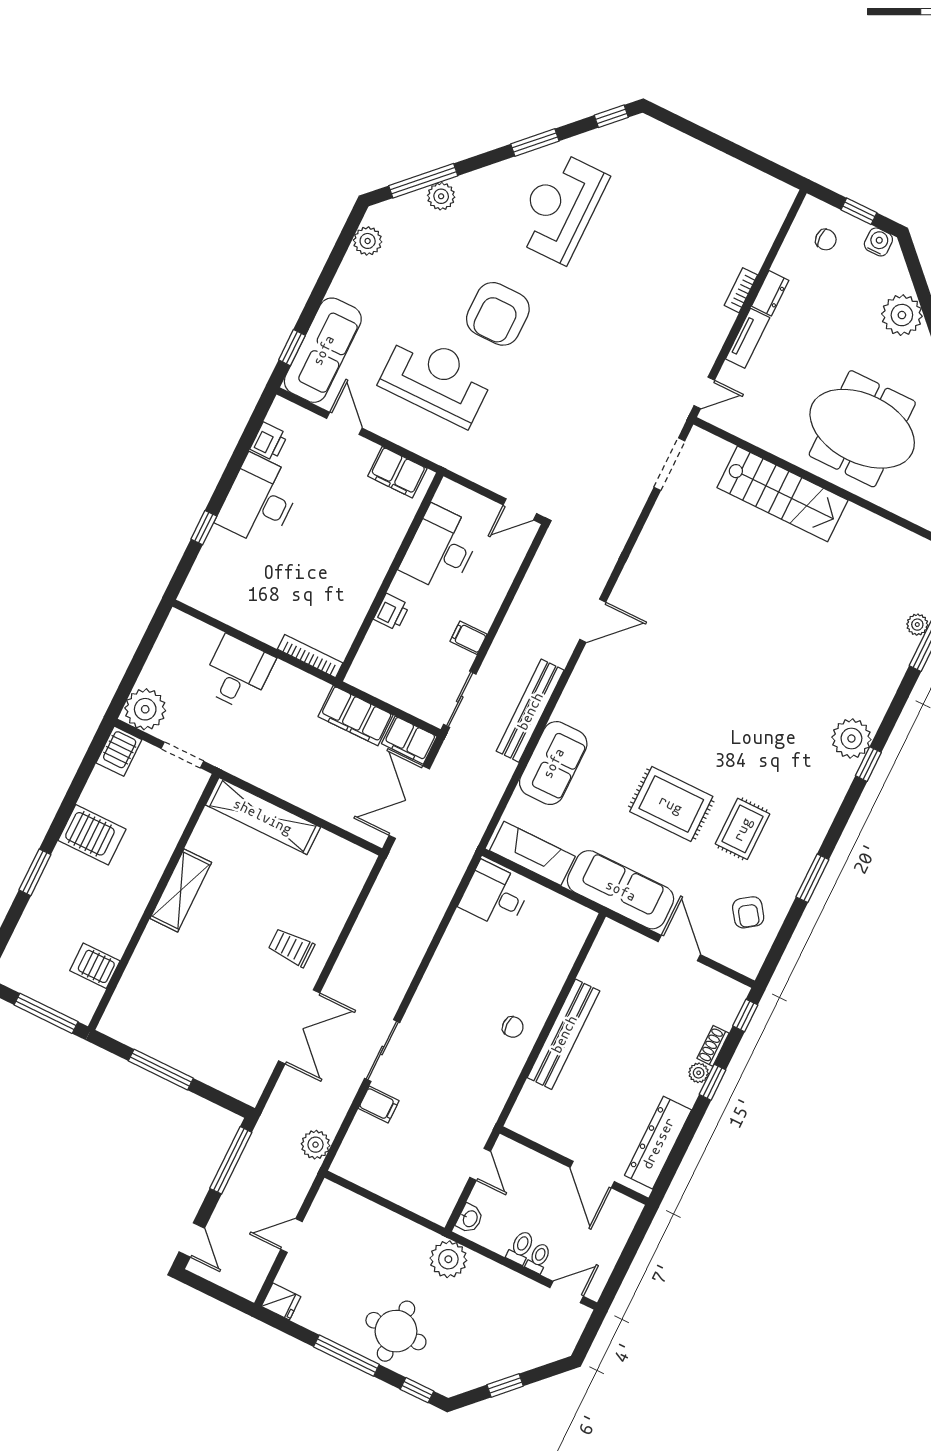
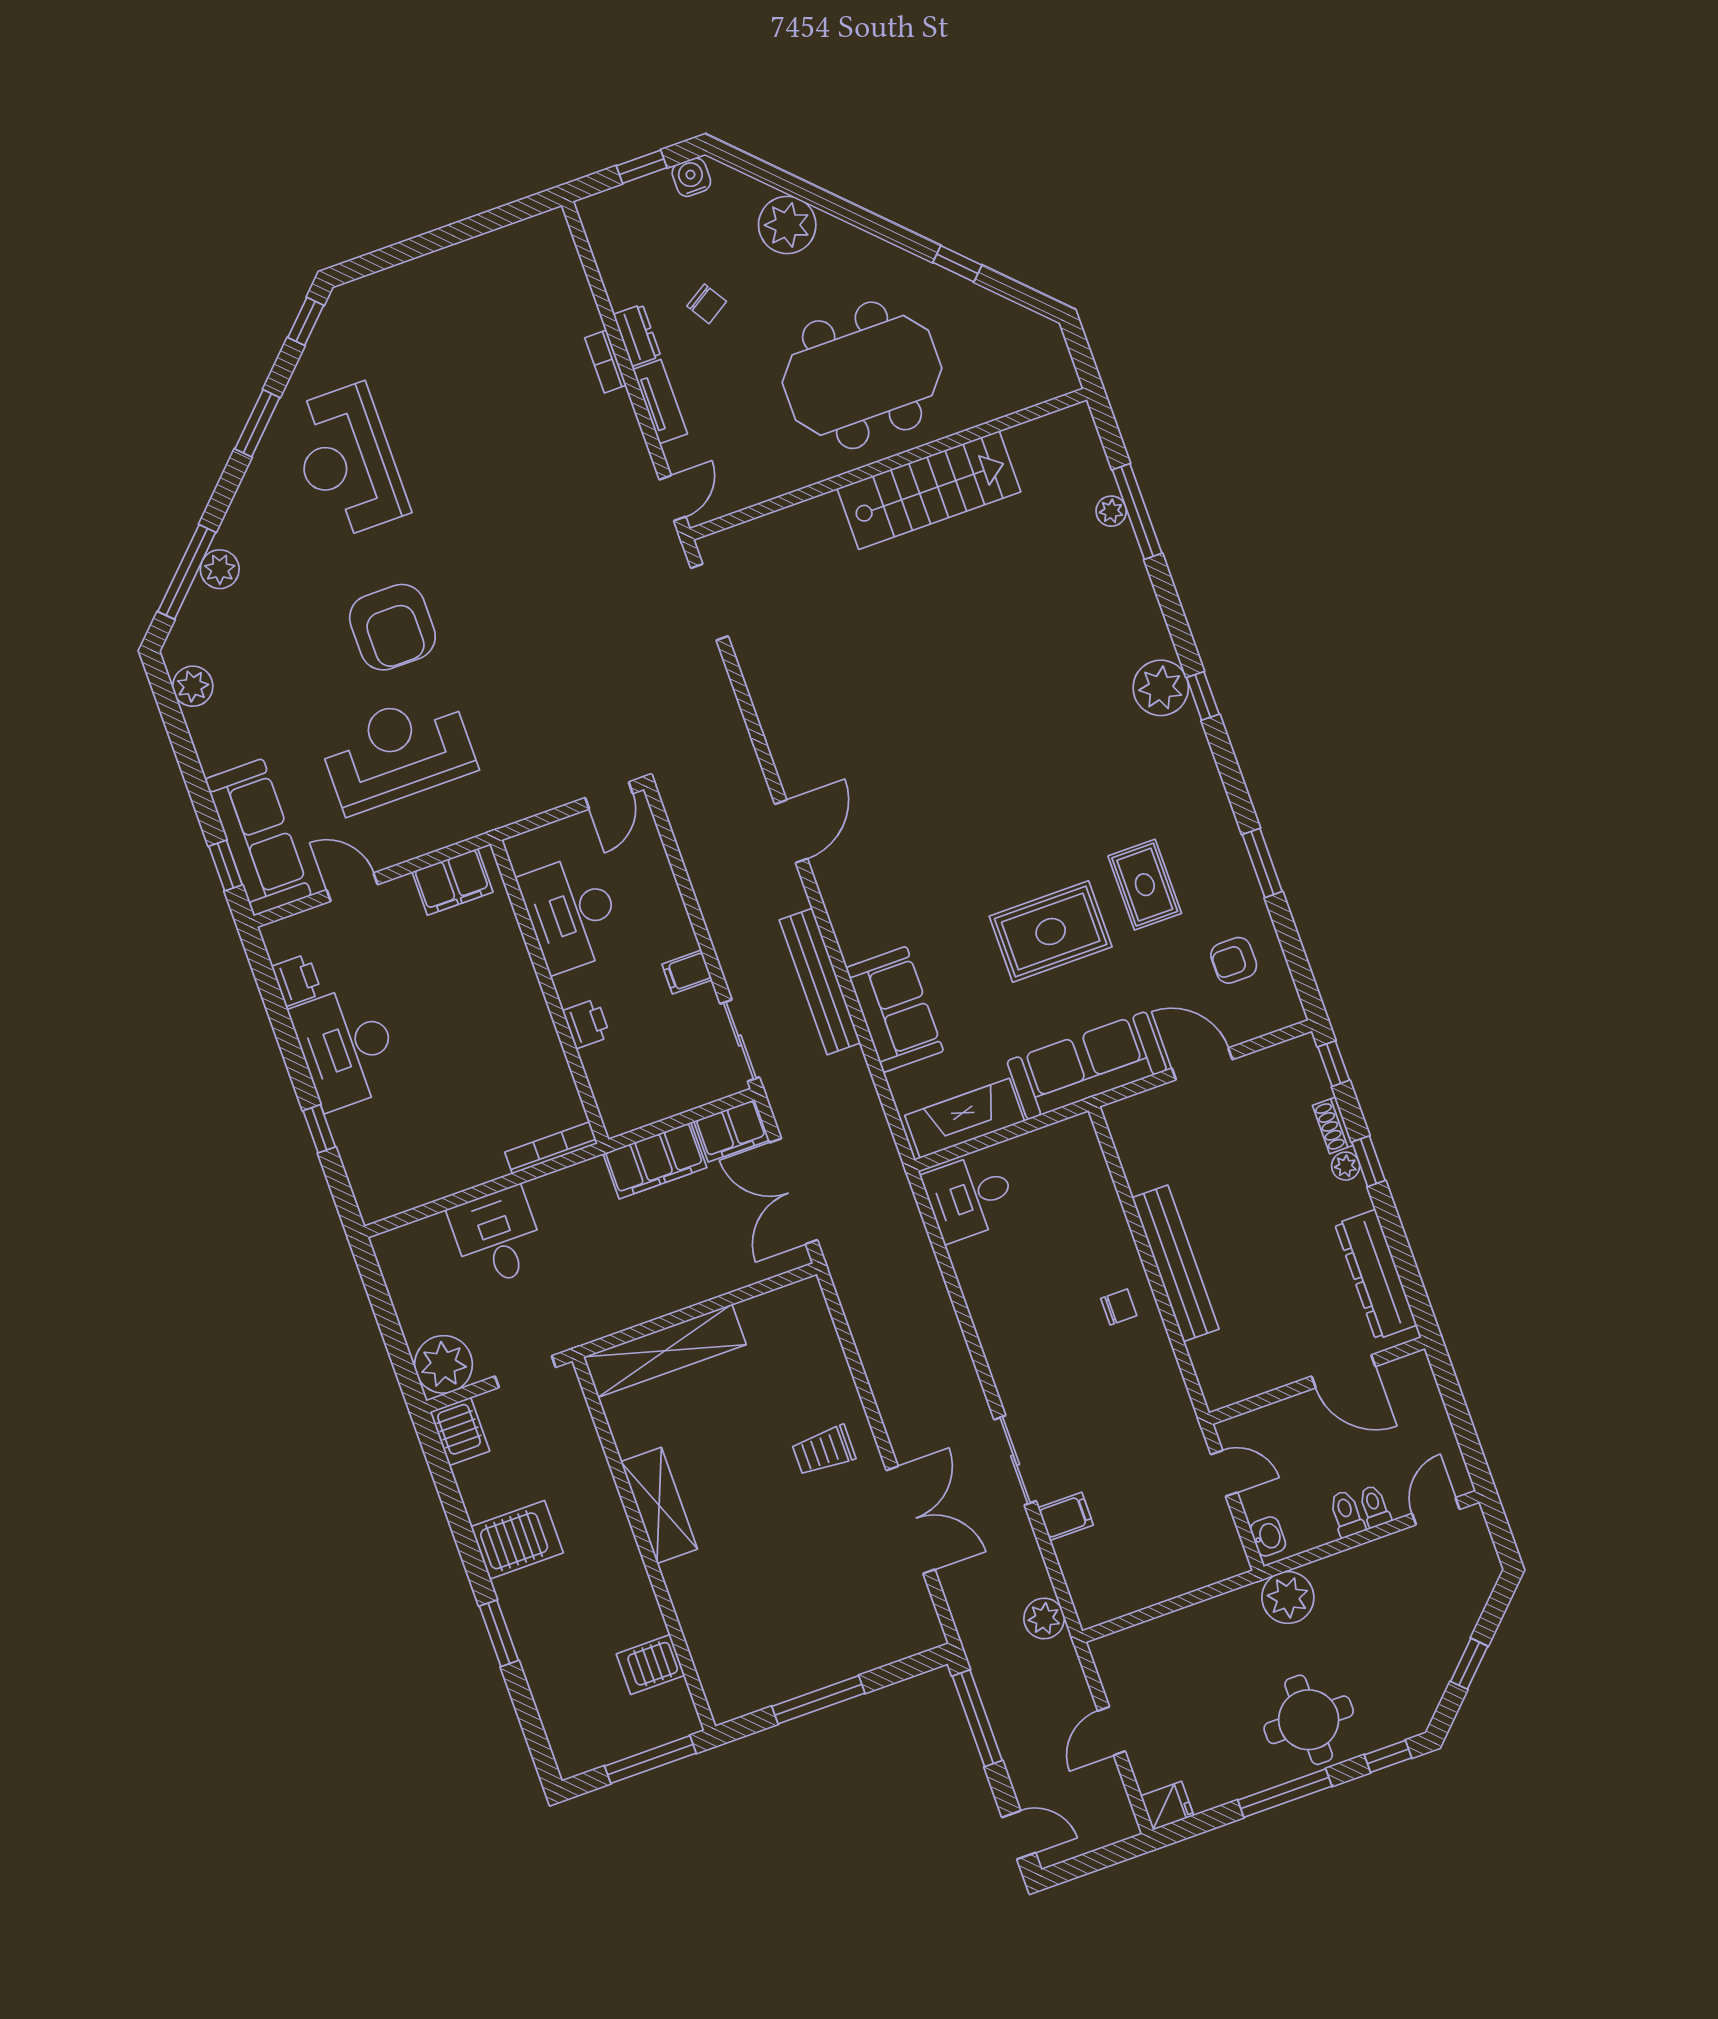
chair: (826, 240) -> (707, 304), moved, turned 58
stairs: (782, 494) -> (929, 490), moved
armchair: (748, 912) -> (1234, 960), turned 125

